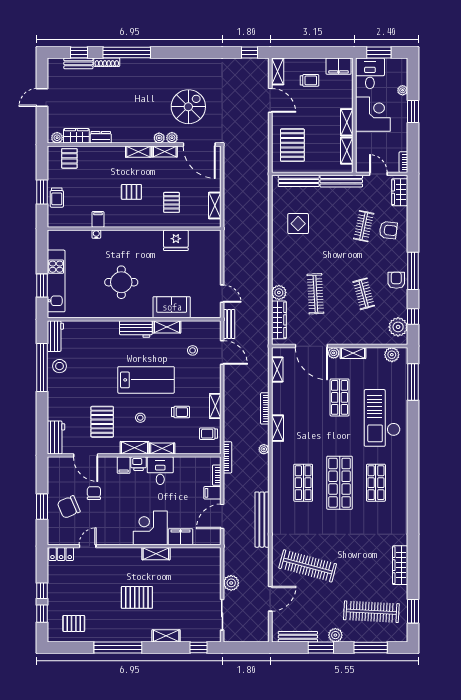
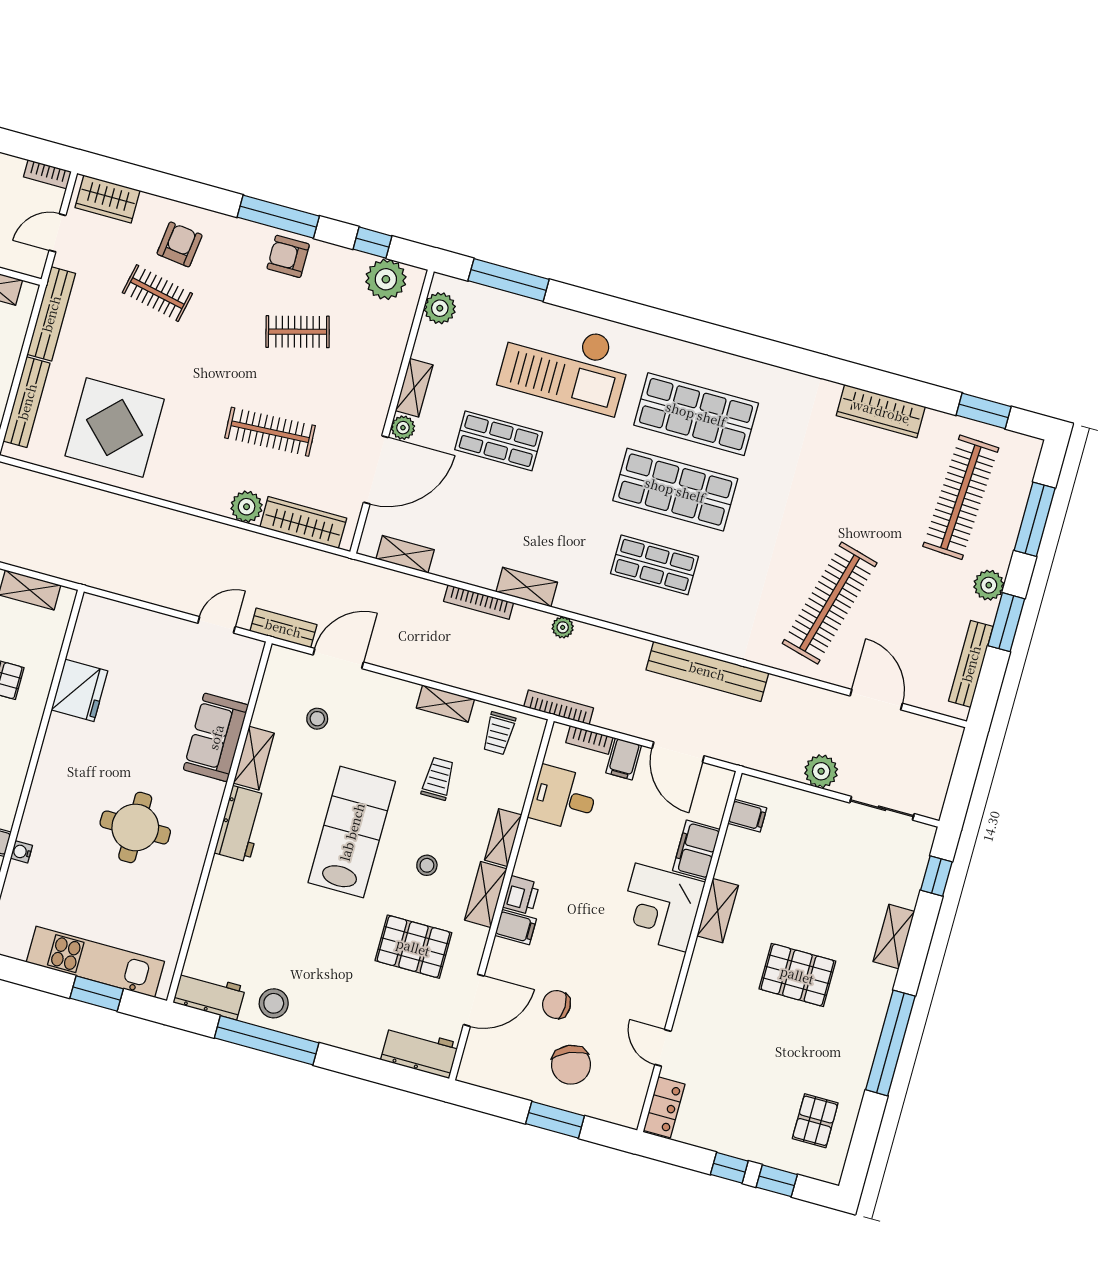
display table: (298, 224) -> (115, 427), width x1.86, depth x1.86
desk: (160, 471) -> (563, 798), moved
shop shelf: (376, 483) -> (696, 414), width x1.43, depth x1.36
filing cabinet: (202, 555) -> (747, 816), added
pallet: (137, 597) -> (797, 975), turned 90

